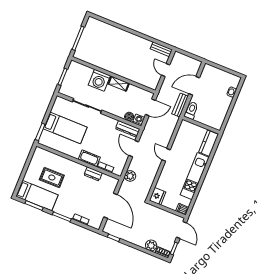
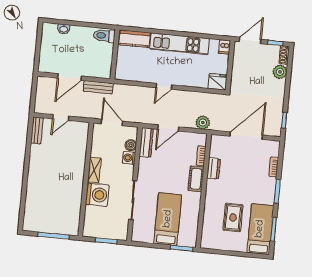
door: (194, 86) -> (70, 77), hinge flipped
toilet: (191, 110) -> (104, 36), moved
washing machine: (139, 120) -> (129, 158), moved

